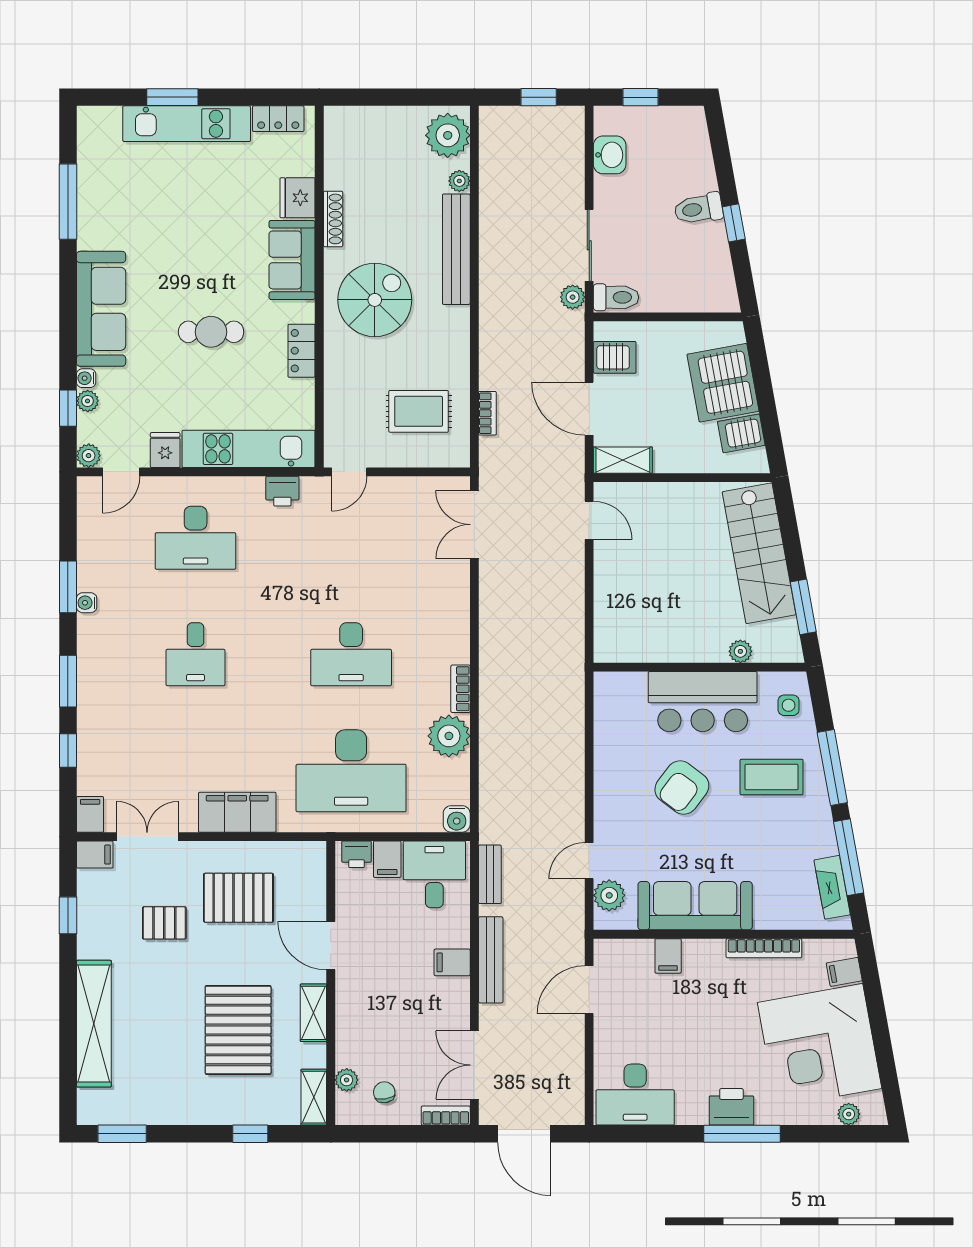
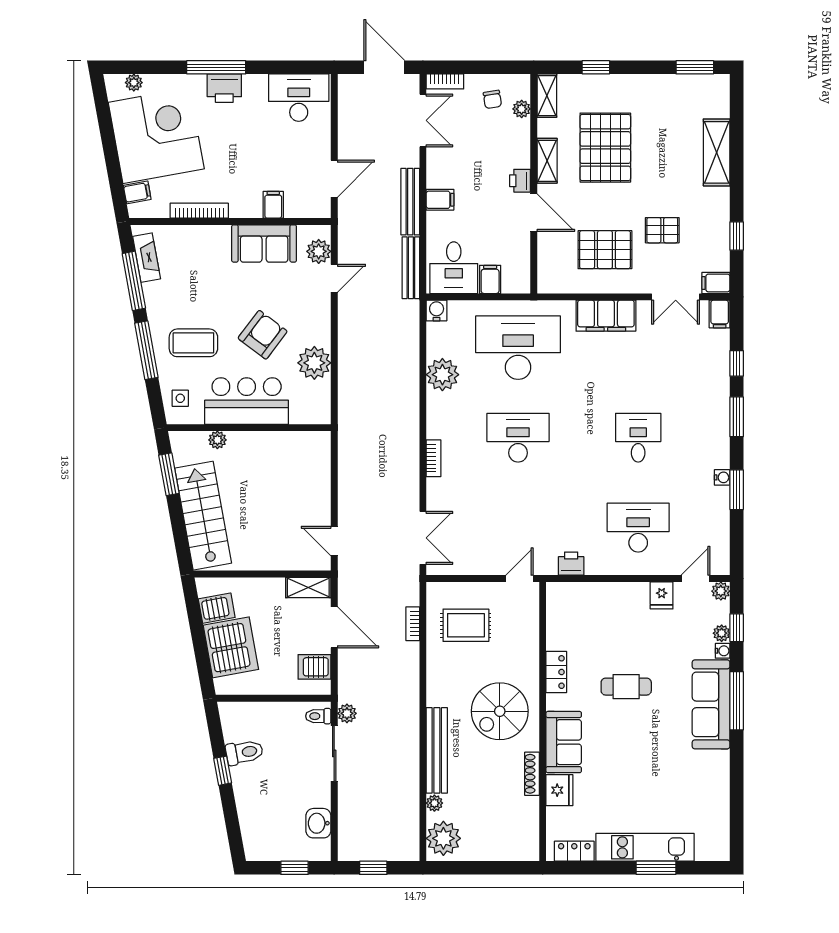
window: (68, 202) -> (737, 701), moved
toilet: (699, 209) -> (244, 752), moved
toilet: (616, 297) -> (318, 716), width x0.73, depth x0.72
kitchen unit: (249, 449) -> (597, 596), removed
bookcase: (460, 689) -> (434, 458), moved
plant: (615, 751) -> (314, 363), added
printer: (356, 854) -> (520, 181), moved, turned -90
bench: (490, 874) -> (411, 268), width x1.36
sofa: (695, 906) -> (264, 243), width x0.73
shelving: (94, 1024) -> (717, 152), width x0.68

